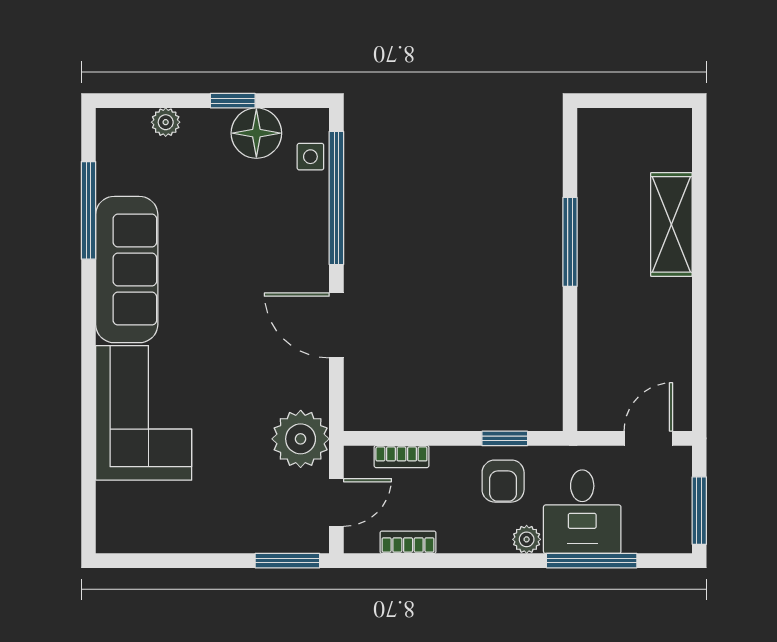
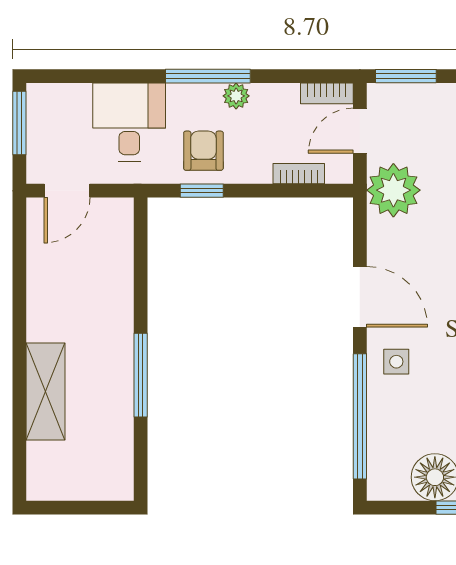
side table: (310, 157) -> (396, 362), moved
plant: (527, 539) -> (236, 96), moved
bookcase: (408, 542) -> (327, 93), moved
window: (592, 561) -> (208, 76), moved

